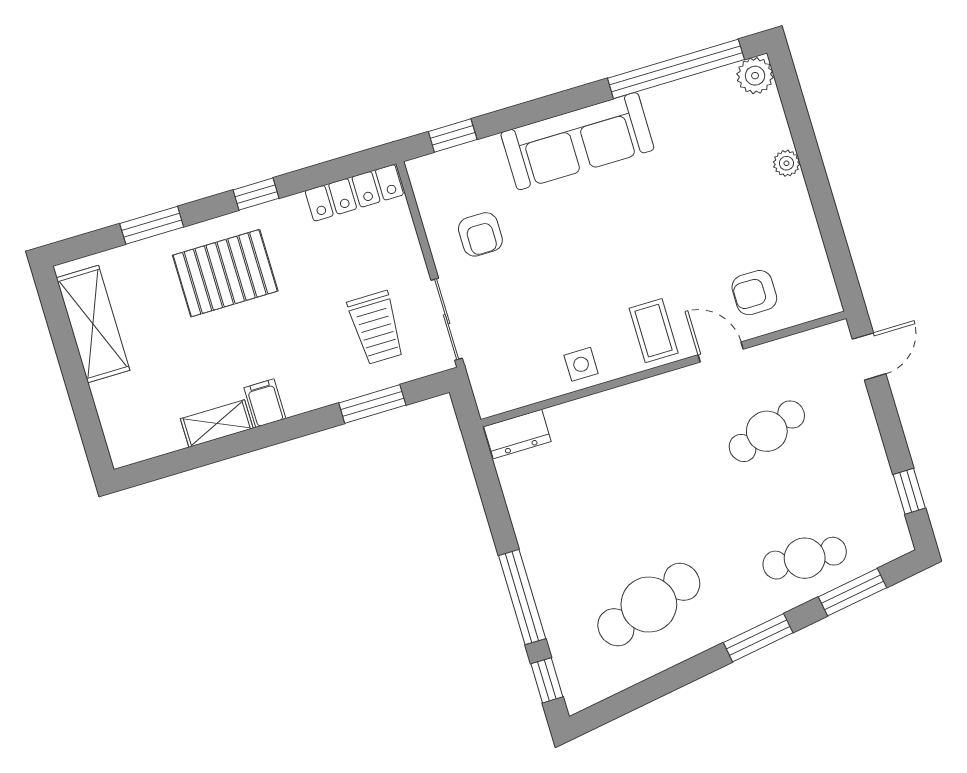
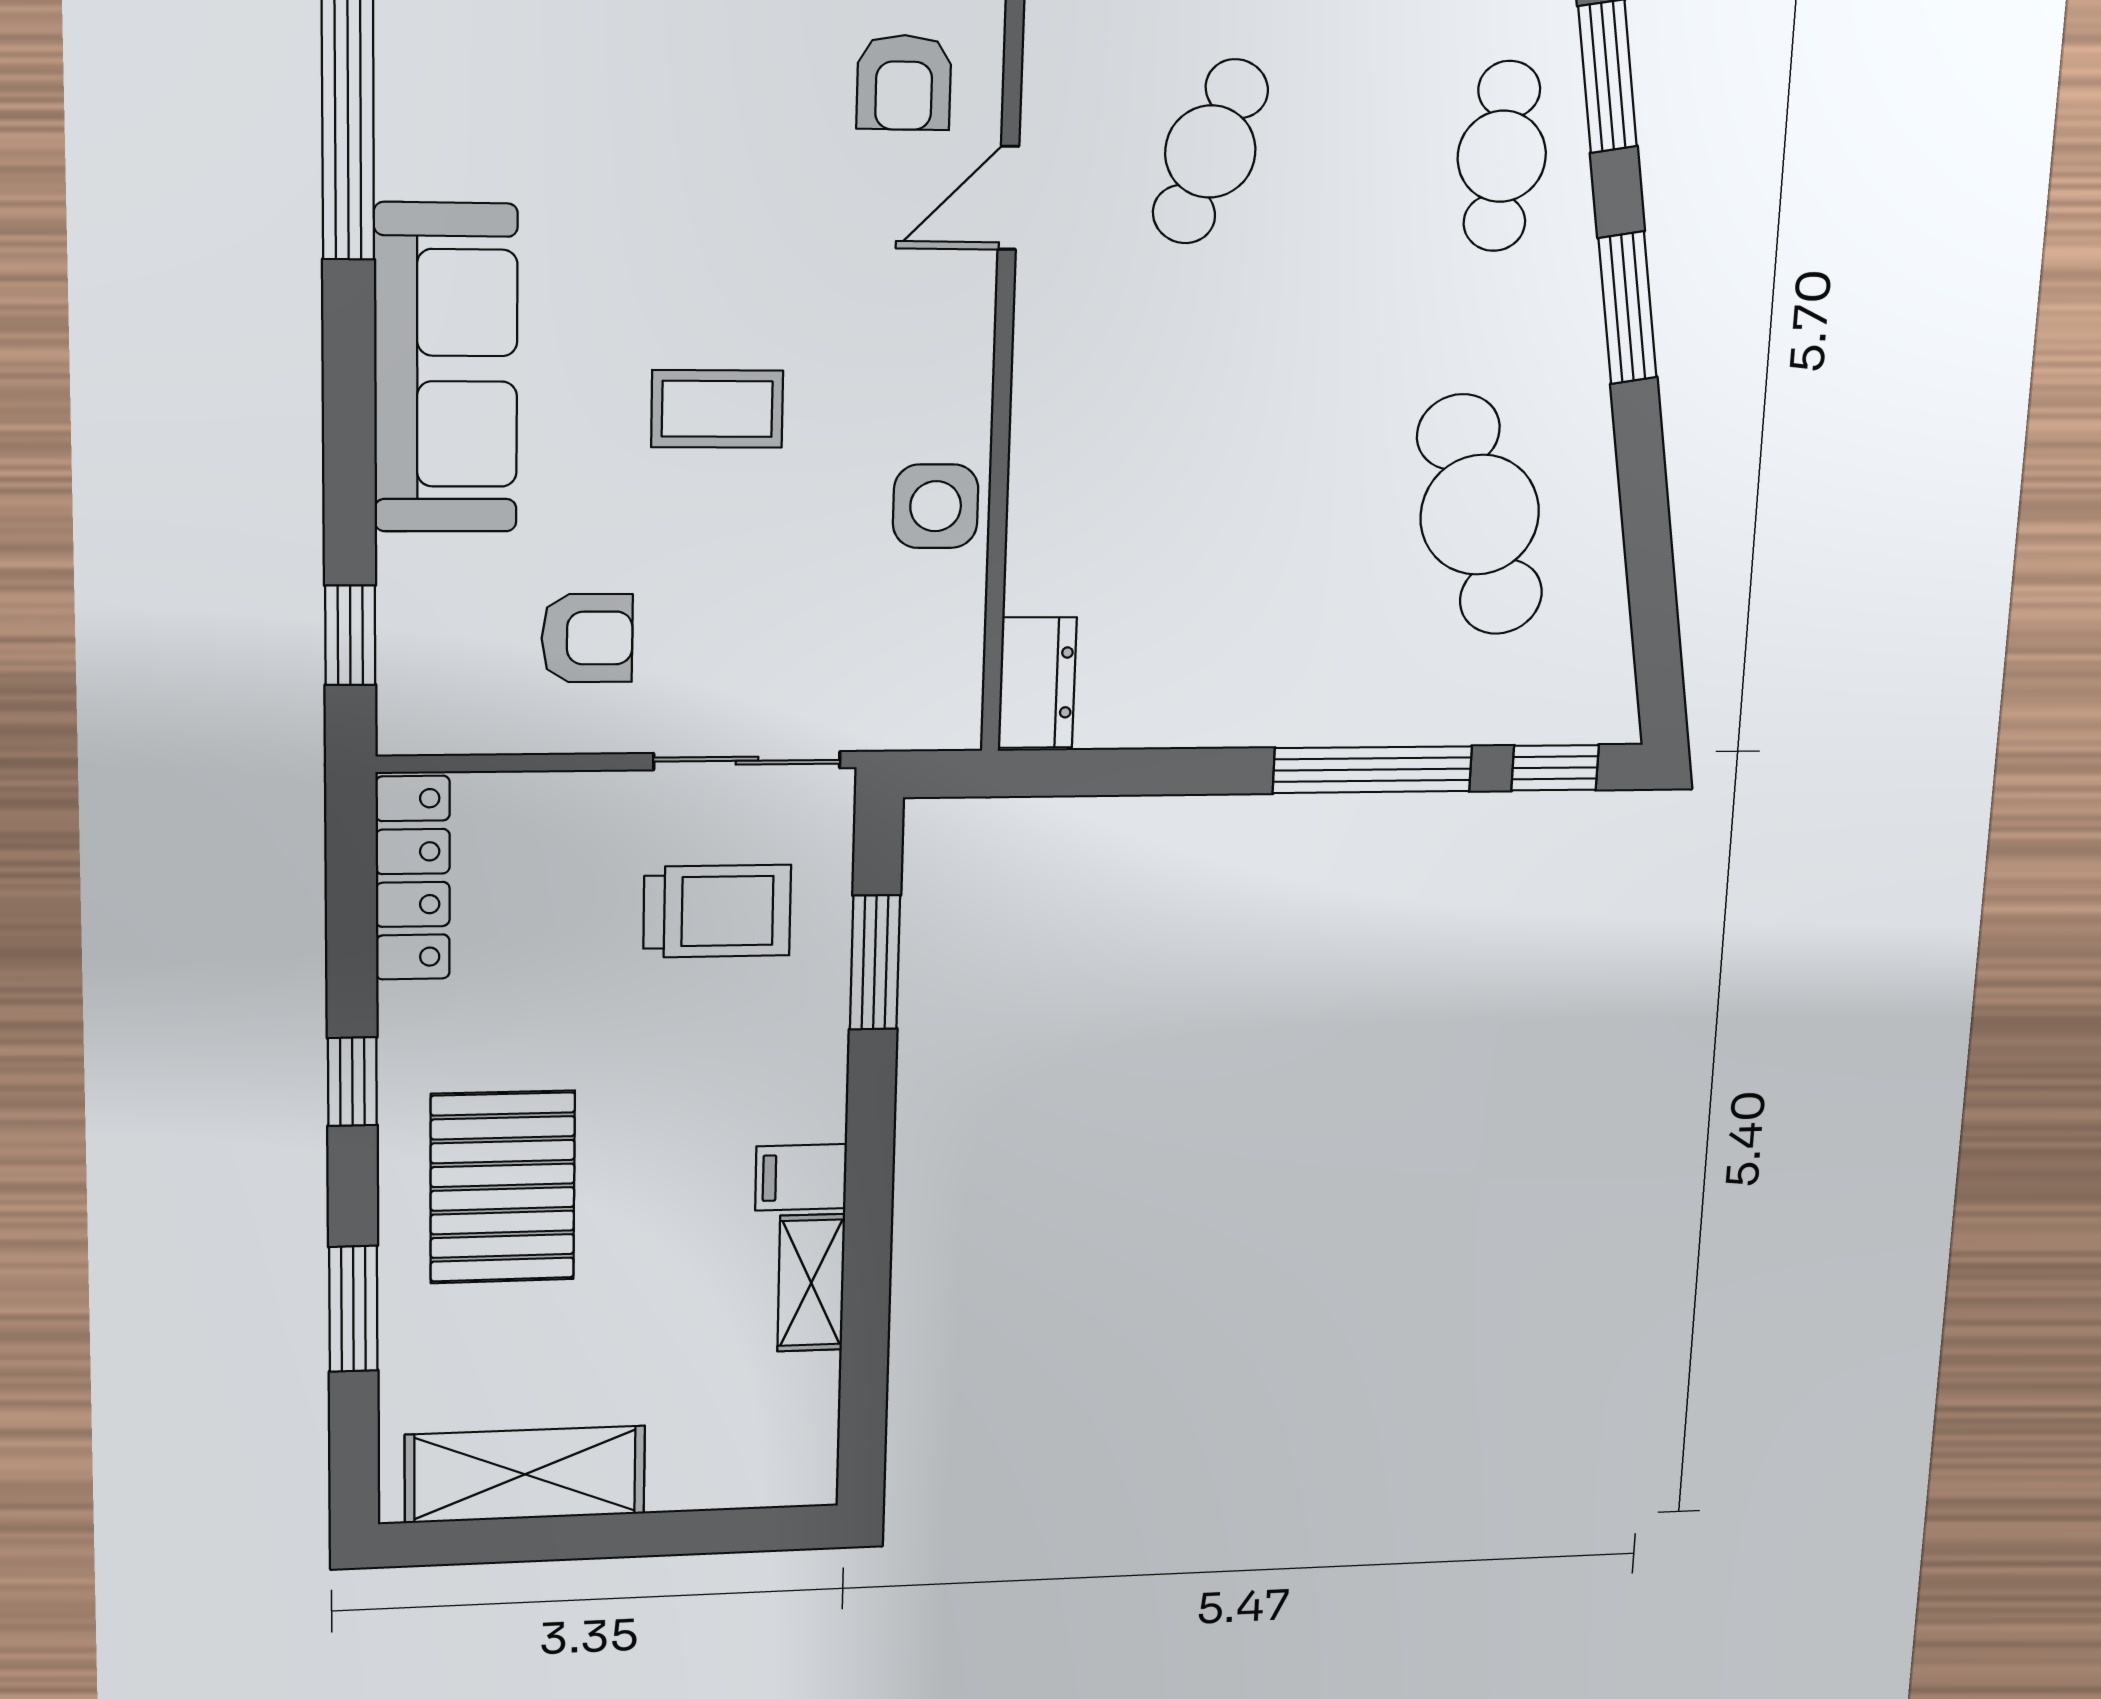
coffee table: (654, 331) -> (717, 409), moved
side table: (581, 364) -> (936, 506), width x1.37, depth x1.37
cafe table: (767, 431) -> (1210, 152), turned 39

